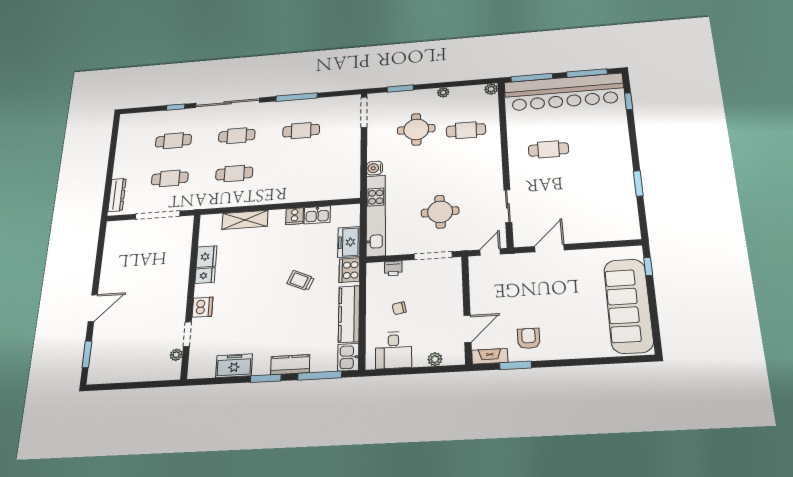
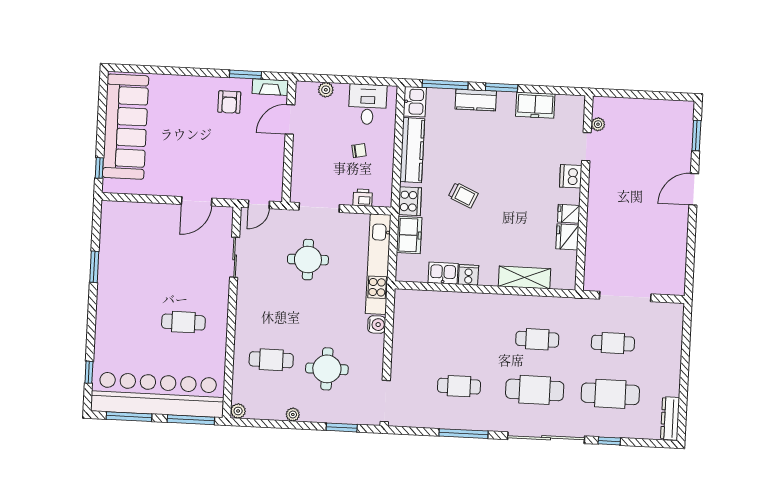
cafe table: (237, 136) -> (535, 390), width x1.37, depth x1.35
cafe table: (173, 141) -> (610, 394), width x1.37, depth x1.35
dresser: (117, 195) -> (670, 418), moved

